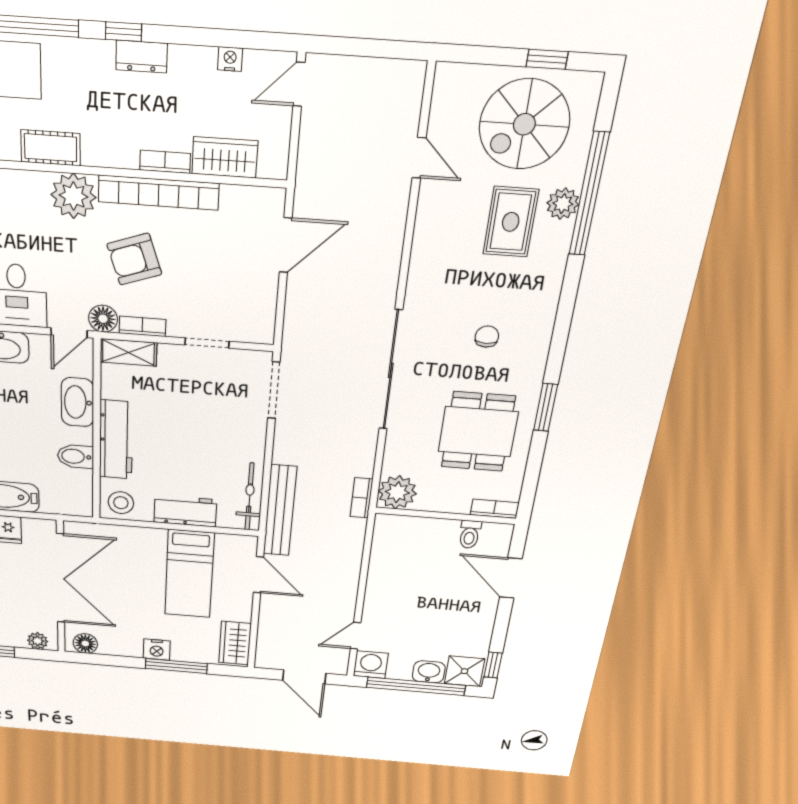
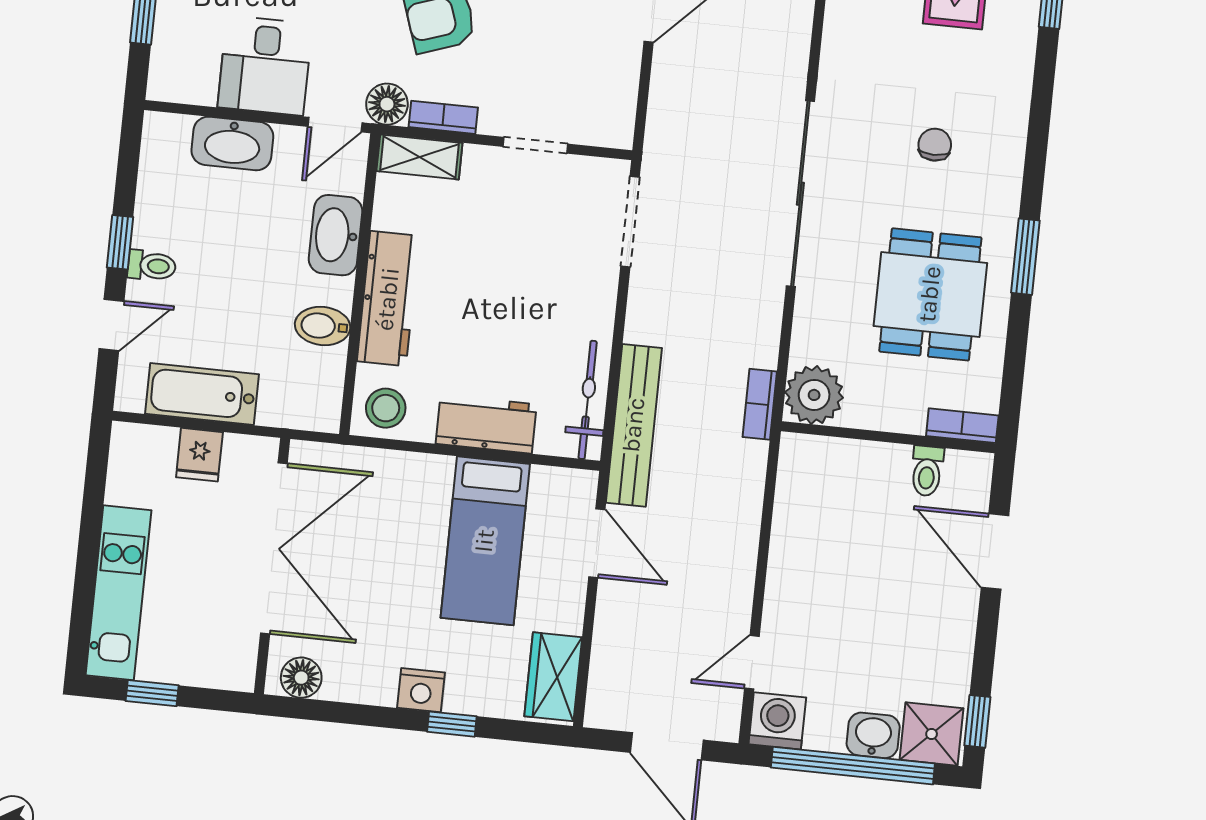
plant: (38, 641) -> (220, 672), removed
window: (176, 666) -> (452, 724), width x0.46

